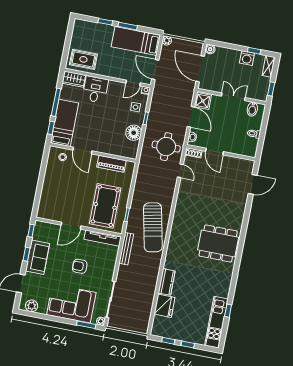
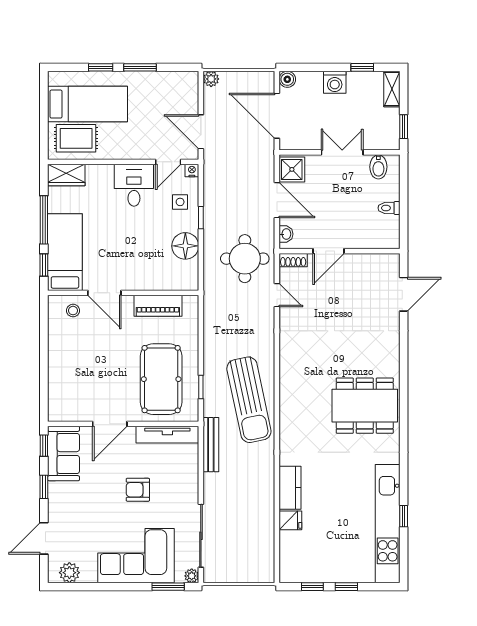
bed: (136, 41) -> (88, 104), moved, turned 180
washing machine: (247, 58) -> (335, 82), moved
desk: (95, 89) -> (134, 185), moved
door: (215, 152) -> (328, 251), hinge flipped
sofa: (38, 257) -> (63, 454), moved
fridge: (164, 306) -> (290, 520), width x0.53, depth x0.75
kitchen unit: (216, 322) -> (388, 524), width x1.36

